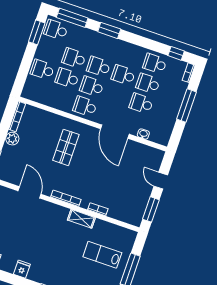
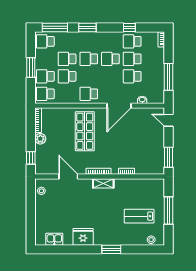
window: (37, 32) -> (31, 67), moved
window: (176, 53) -> (129, 28), moved
school desk: (92, 86) -> (45, 94), moved
window: (186, 106) -> (168, 77), moved
door: (115, 132) -> (119, 106), hinge flipped
shop shelf: (66, 147) -> (85, 131), width x1.43, depth x1.36
door: (161, 181) -> (168, 120), moved
shelving: (81, 219) -> (103, 183), moved
lab bench: (102, 255) -> (139, 216), moved
fridge: (22, 269) -> (83, 237), width x1.88, depth x1.34

